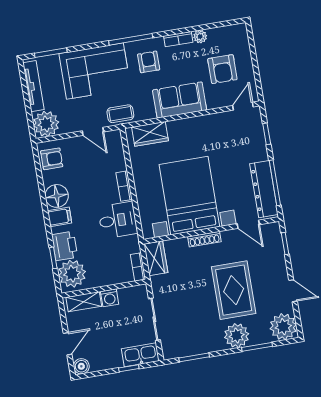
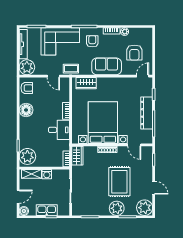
dresser: (264, 189) -> (147, 113), moved
filing cabinet: (60, 217) -> (26, 122), removed
printer: (65, 246) -> (26, 140), removed
kitchen sink: (140, 355) -> (47, 210), moved

